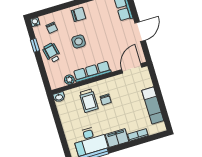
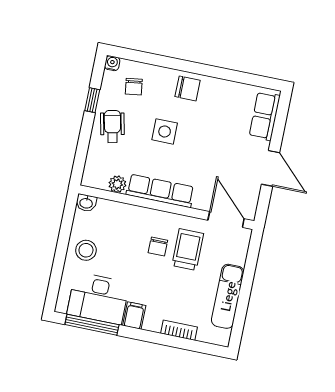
door: (140, 32) -> (270, 168), hinge flipped
door: (132, 68) -> (226, 219), hinge flipped
trolley: (89, 101) -> (188, 250), moved, turned 180
stool: (71, 120) -> (86, 250), added
filing cabinet: (117, 138) -> (134, 316), width x0.50

